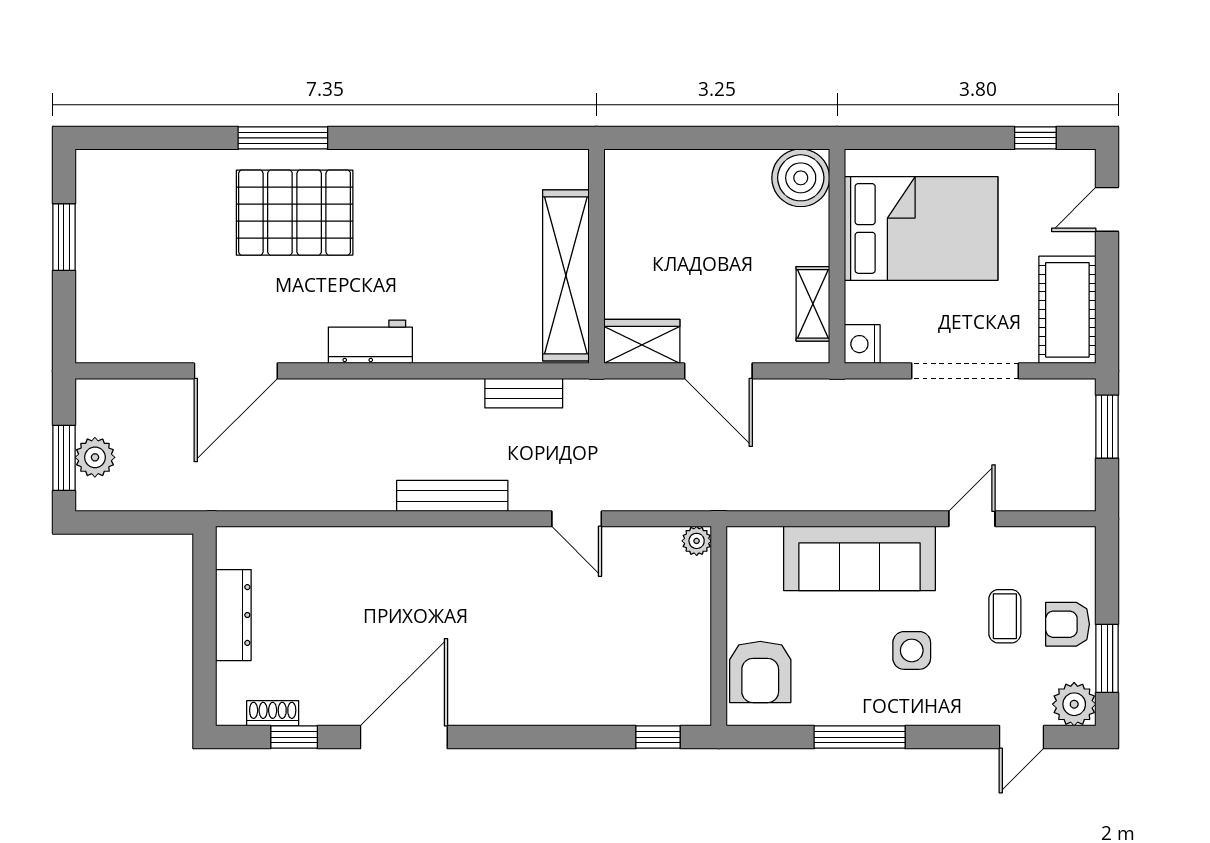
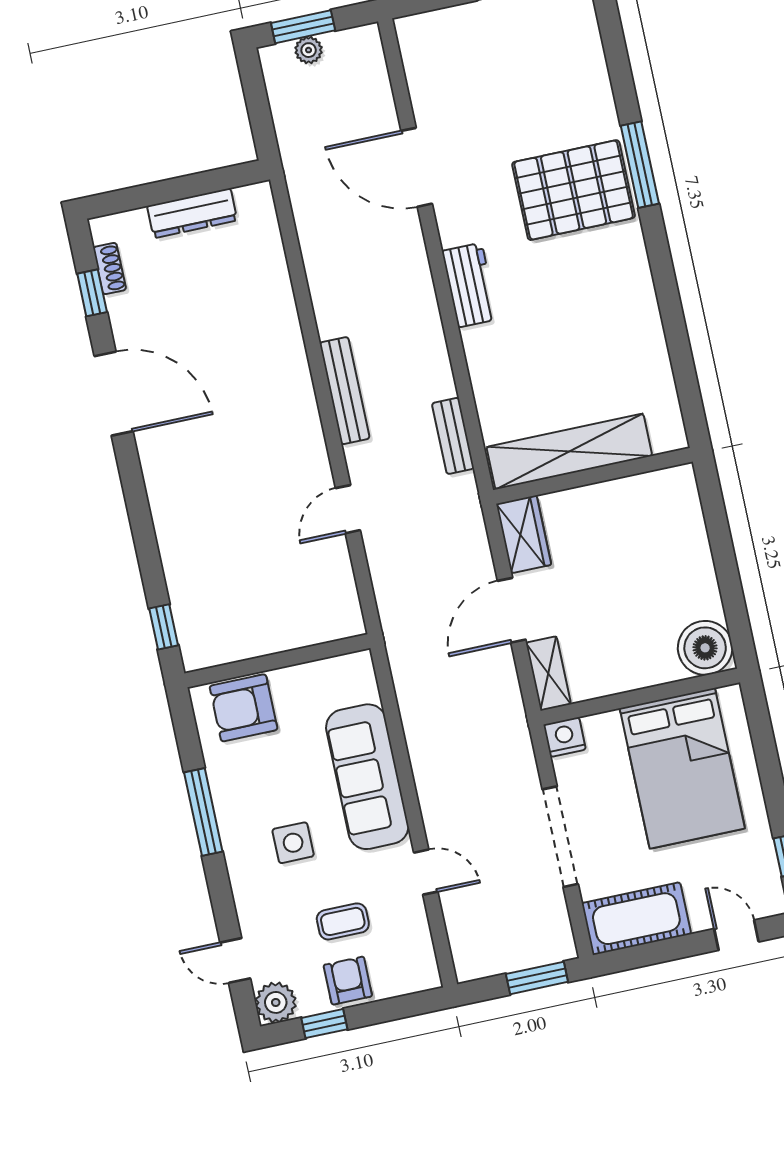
pallet: (295, 213) -> (574, 190), turned 90
shelving: (813, 304) -> (548, 673), moved, turned 90
plant: (95, 457) -> (309, 50), width x0.73, depth x0.73
plant: (697, 541) -> (351, 624), removed
window: (1107, 658) -> (324, 1024), width x0.67

